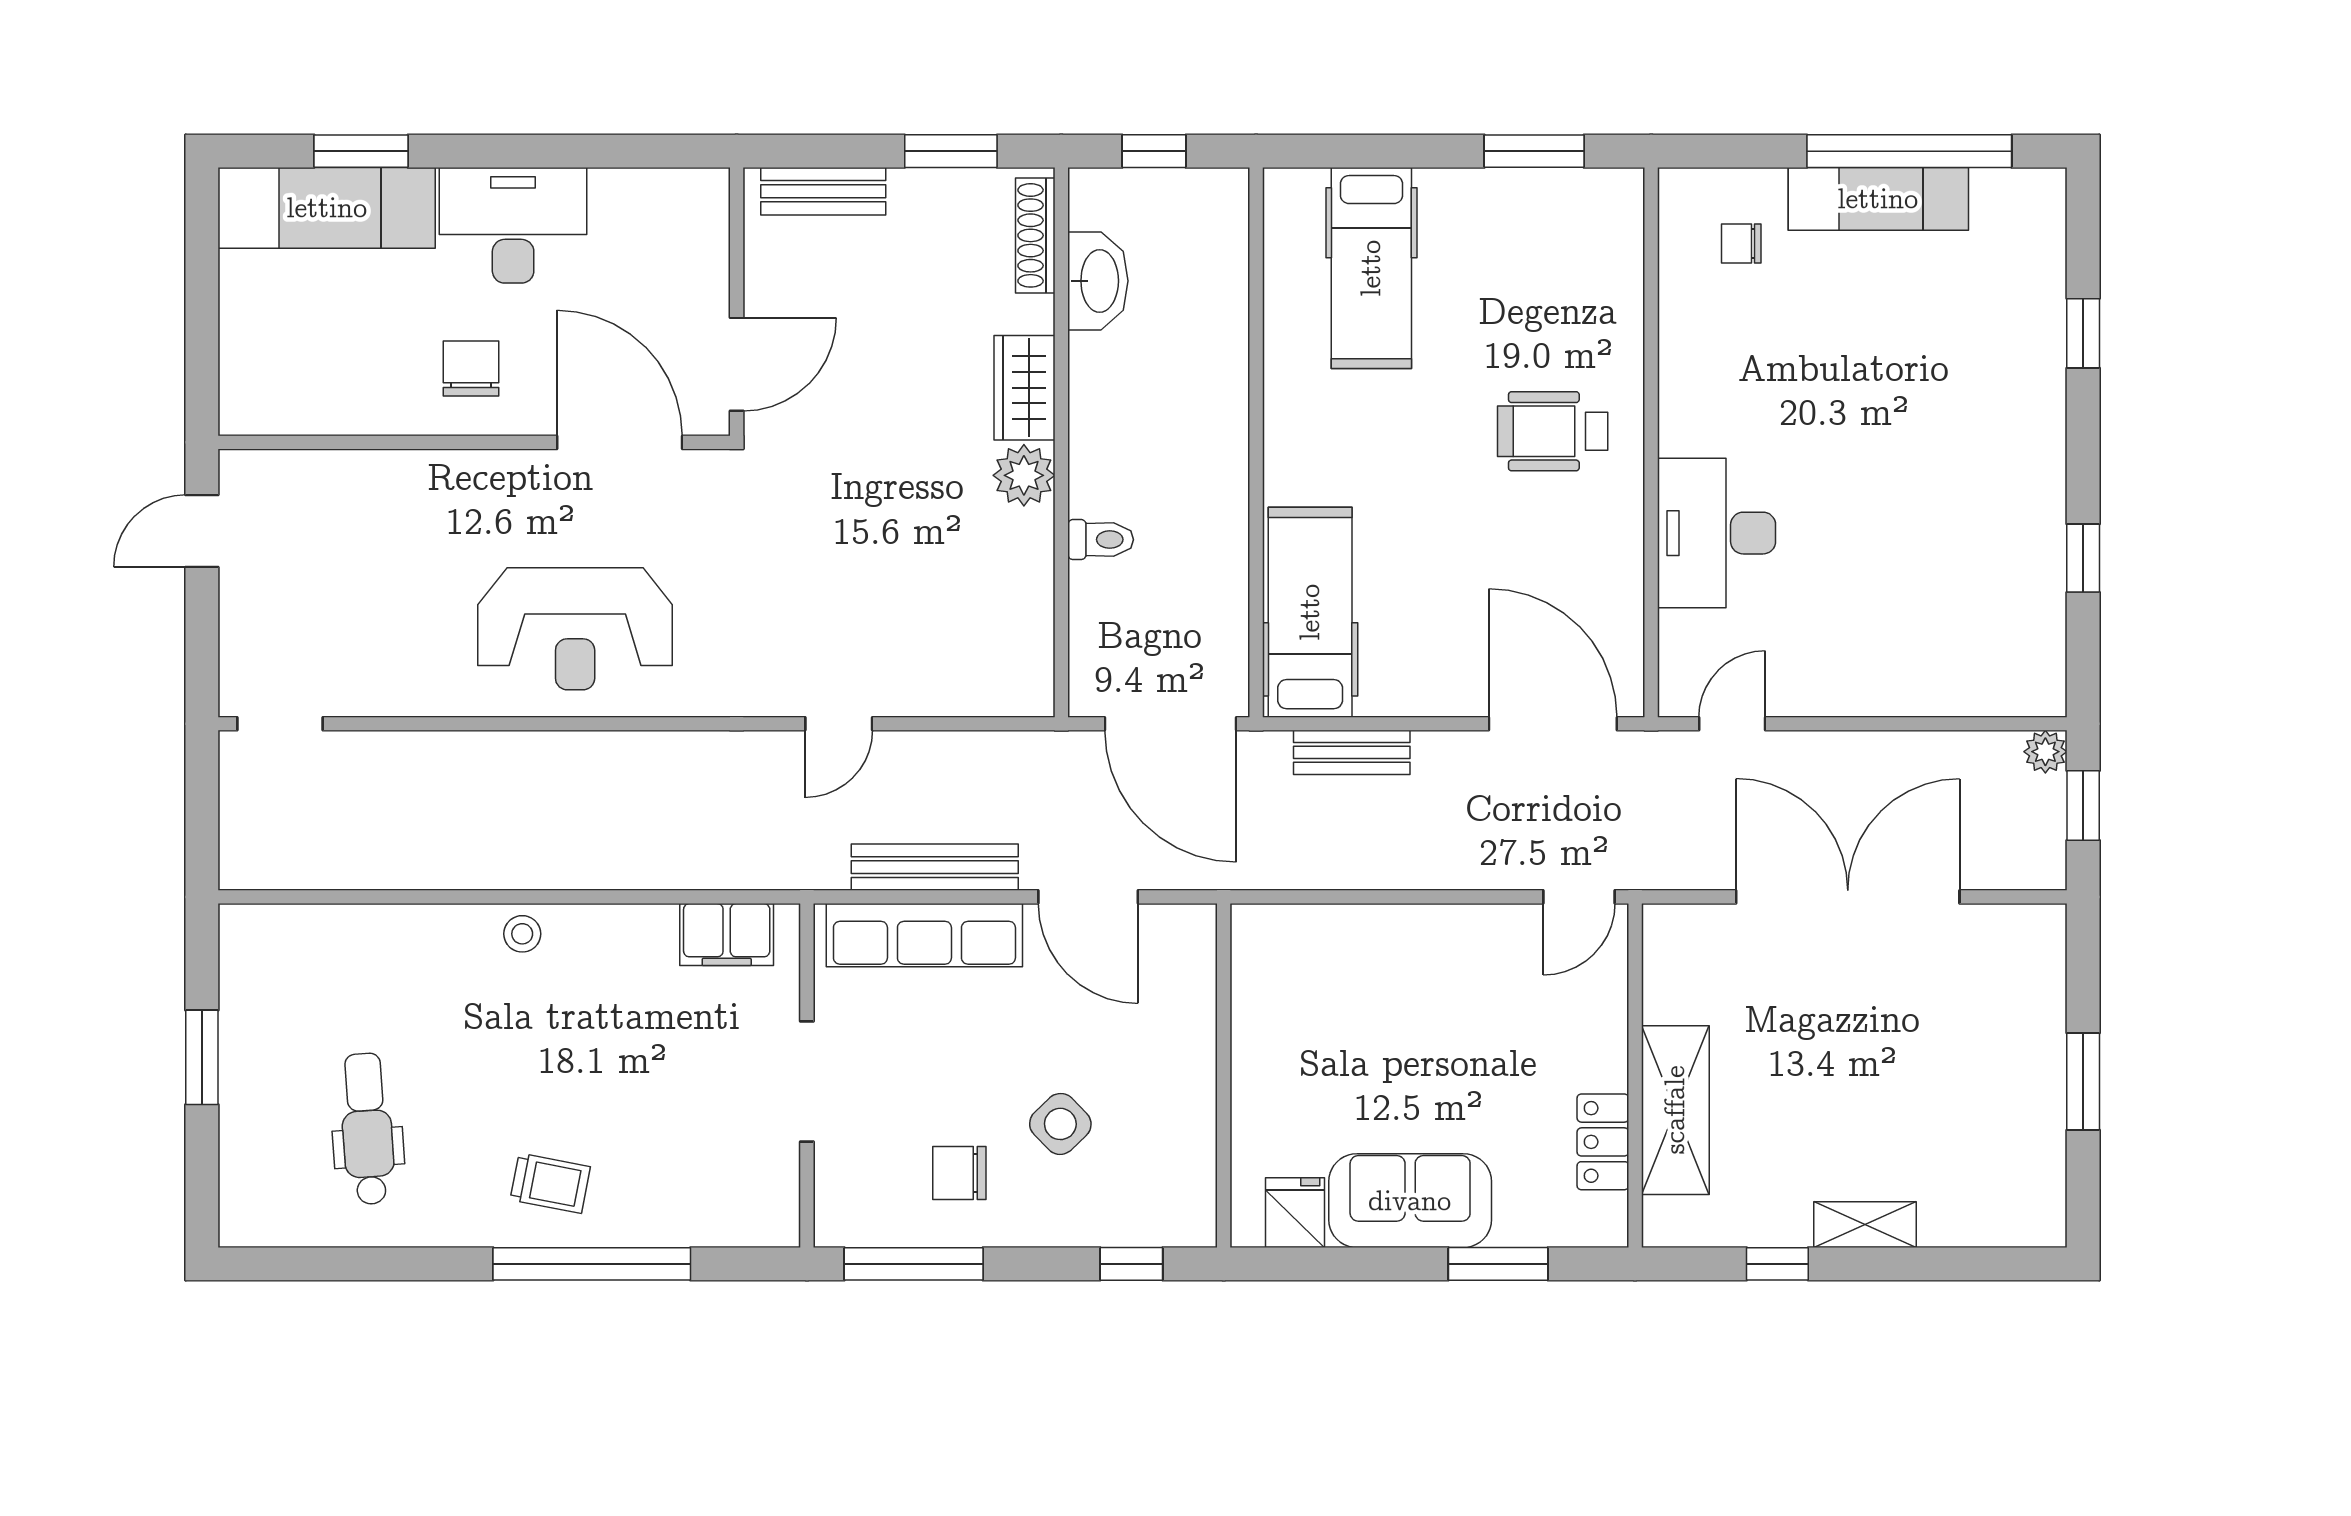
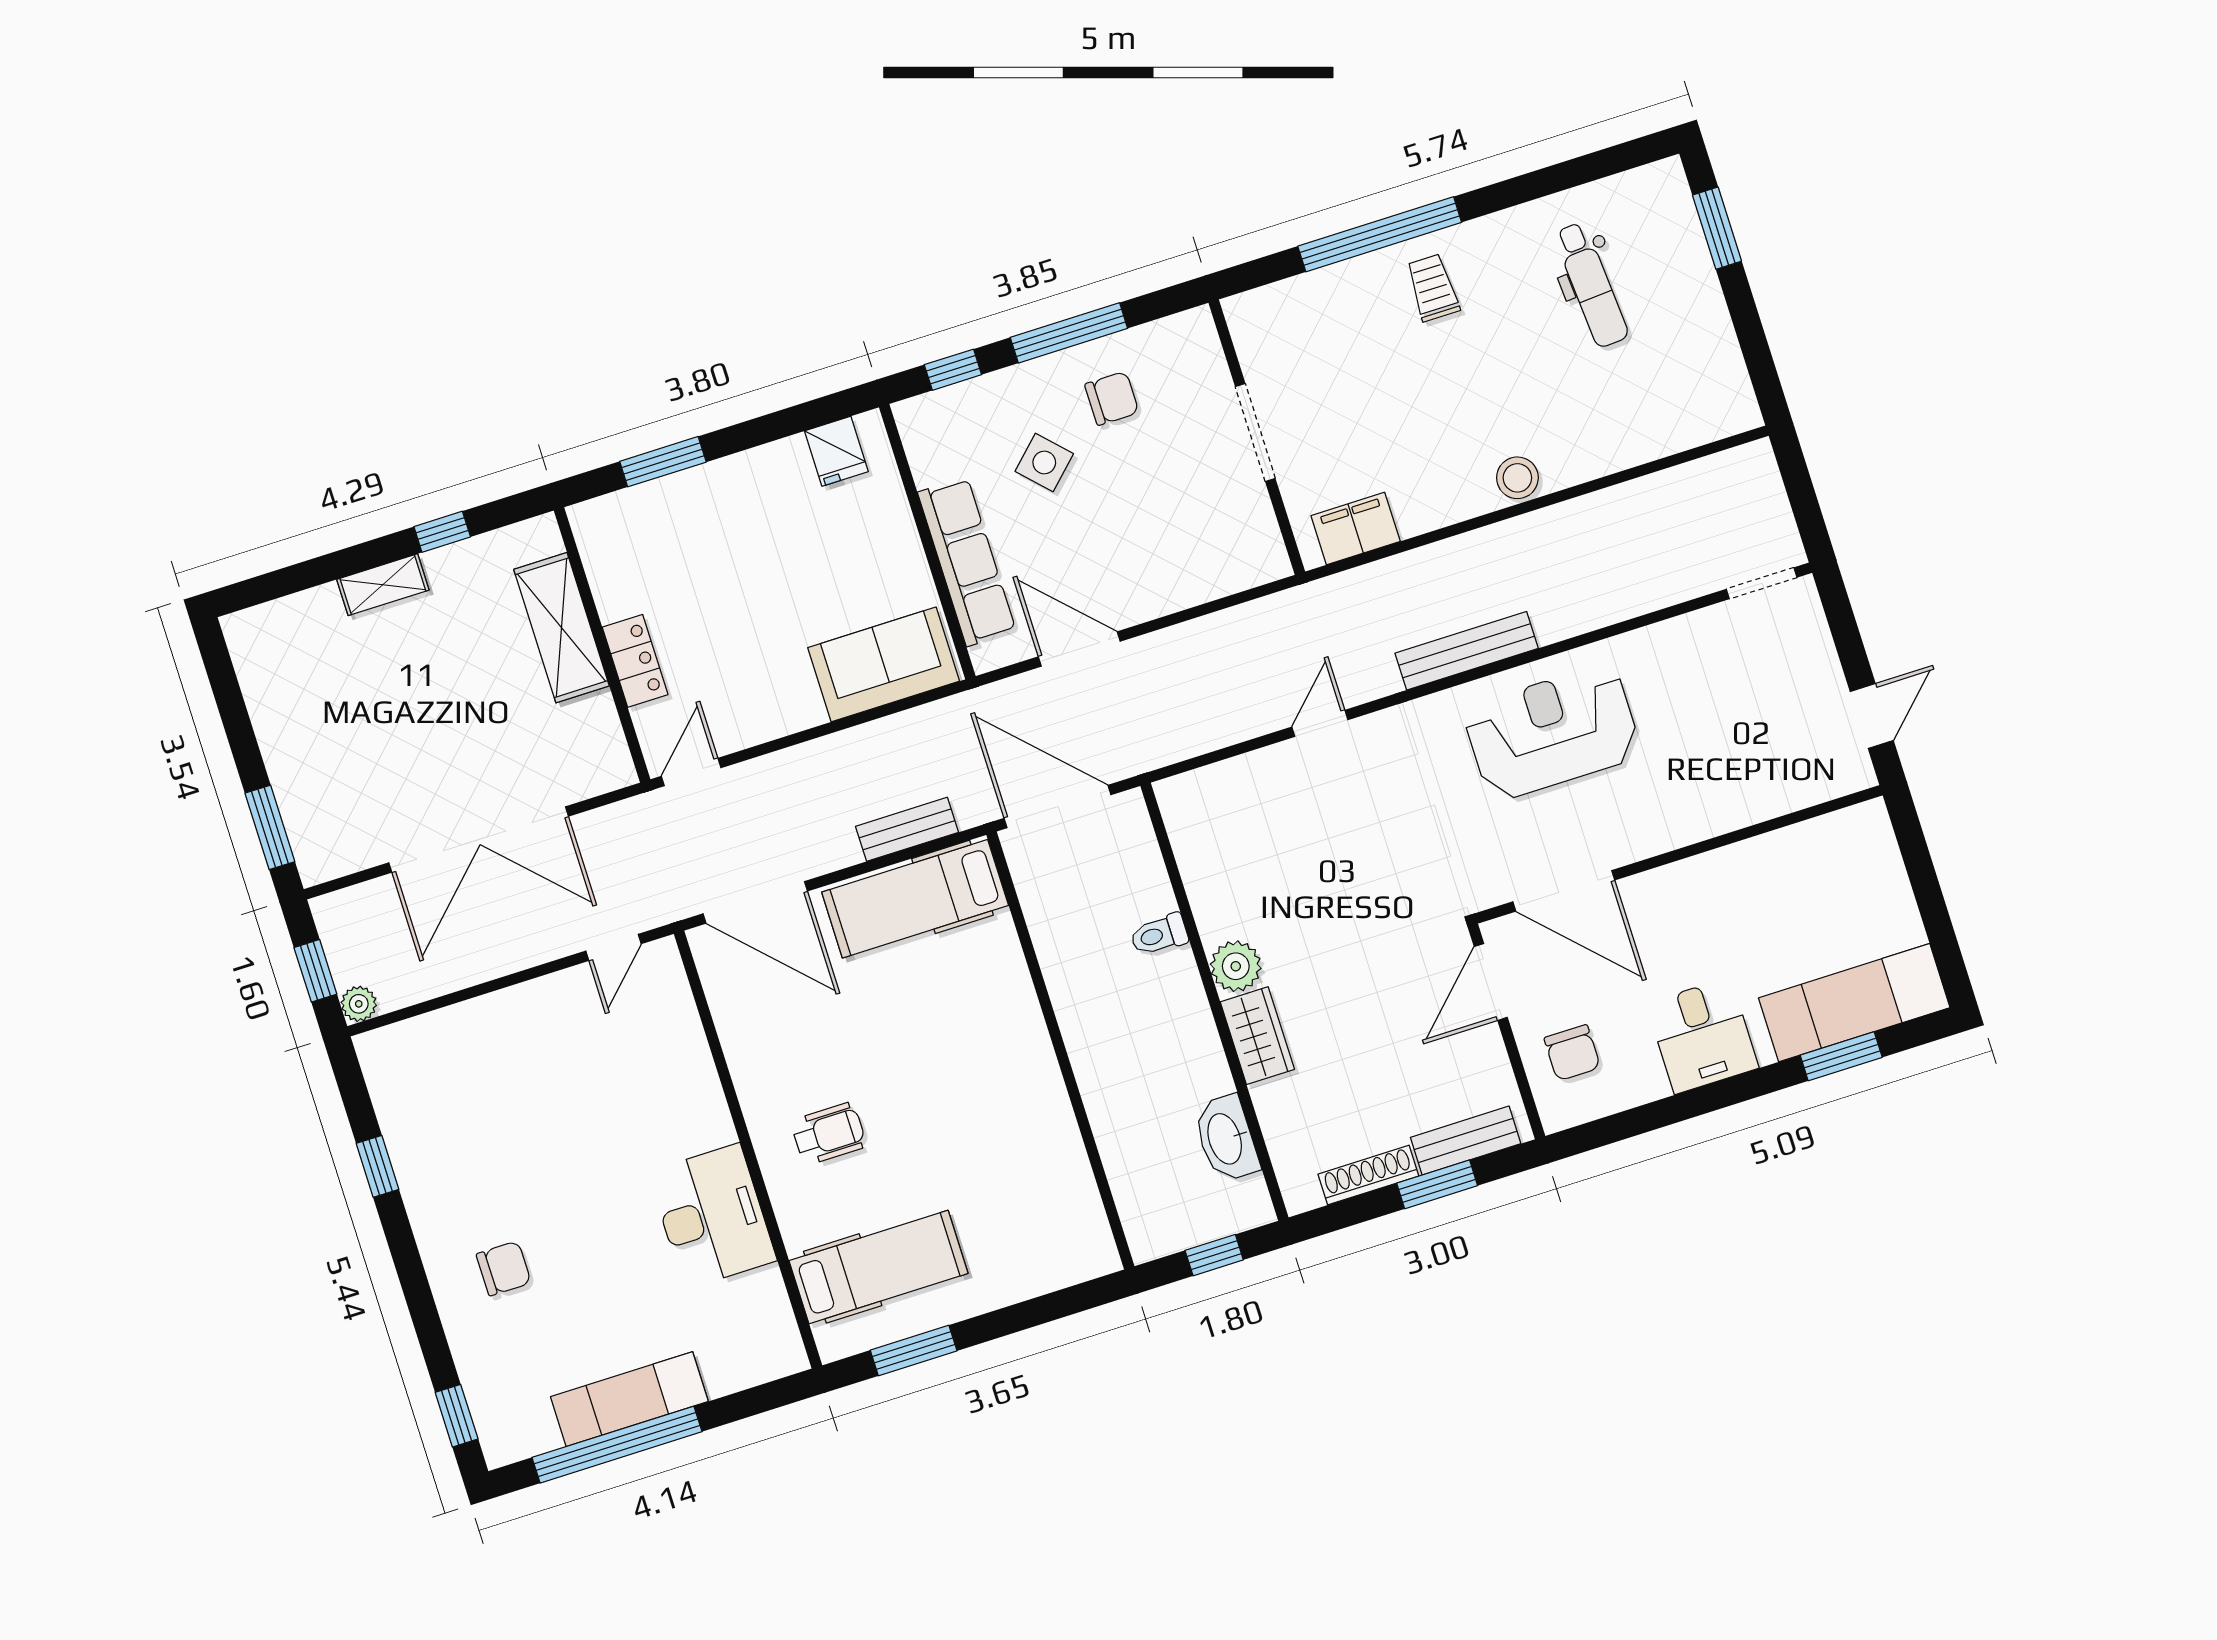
window: (951, 151) -> (1437, 1184), moved
desk: (513, 225) -> (1702, 1036), width x0.73
shoe rack: (1035, 235) -> (1368, 1175), moved, turned -90
chair: (1741, 244) -> (504, 1268), moved, width x1.37, depth x1.37
hospital bed: (1371, 268) -> (879, 1267), moved, turned 90
window: (2083, 333) -> (457, 1416), moved
chair: (471, 369) -> (1572, 1053), moved
wheelchair: (1553, 431) -> (829, 1134), width x0.73, depth x0.73
desk: (1717, 533) -> (712, 1216), moved
hospital bed: (1310, 612) -> (915, 899), moved, turned 90
bench: (935, 867) -> (1467, 651), moved
stool: (522, 934) -> (1517, 478), width x1.37, depth x1.37
row of seats: (924, 935) -> (967, 562), moved, turned 90
window: (202, 1057) -> (1717, 228), moved
window: (2083, 1082) -> (270, 827), moved
locker: (1603, 1142) -> (635, 661), moved
trolley: (550, 1183) -> (1433, 288), turned 79
sofa: (1410, 1201) -> (884, 664), moved, turned 180
window: (914, 1264) -> (1069, 333), moved

